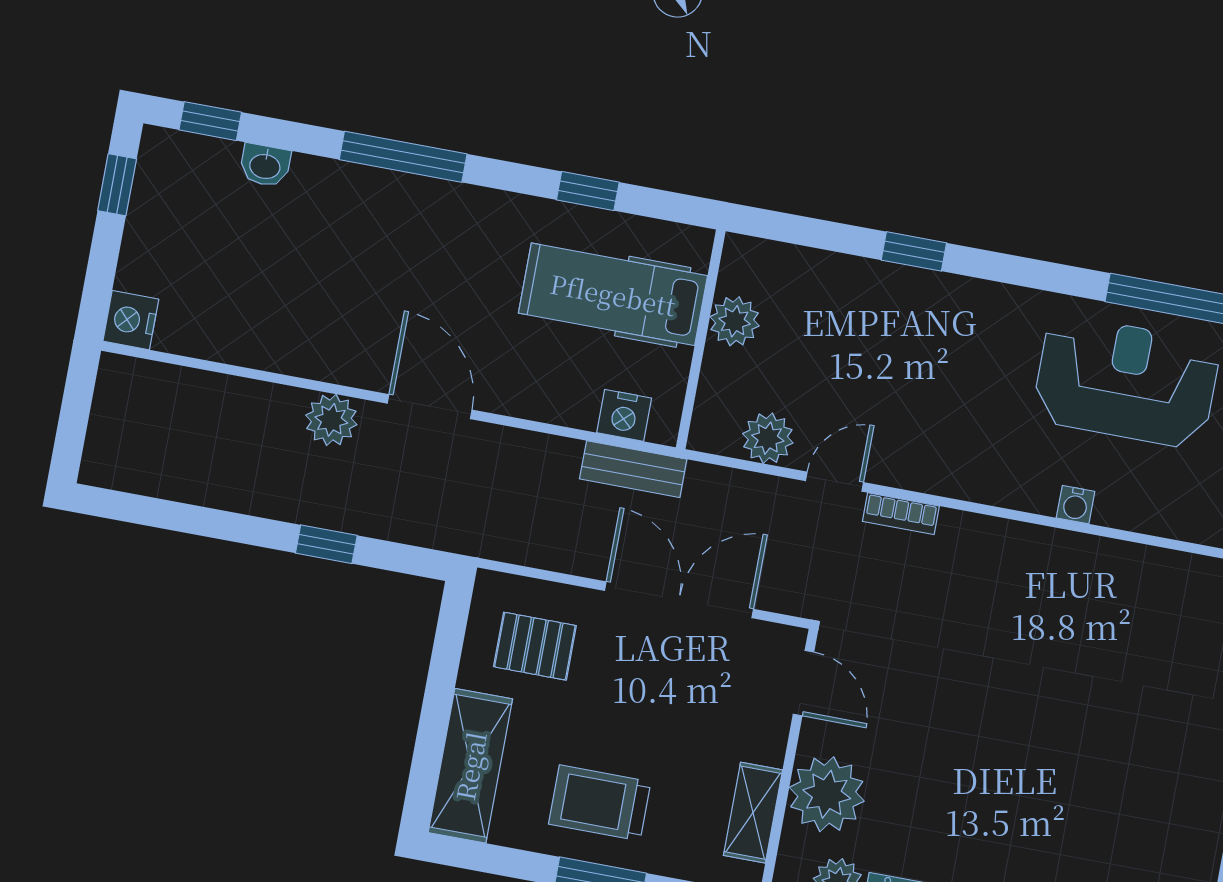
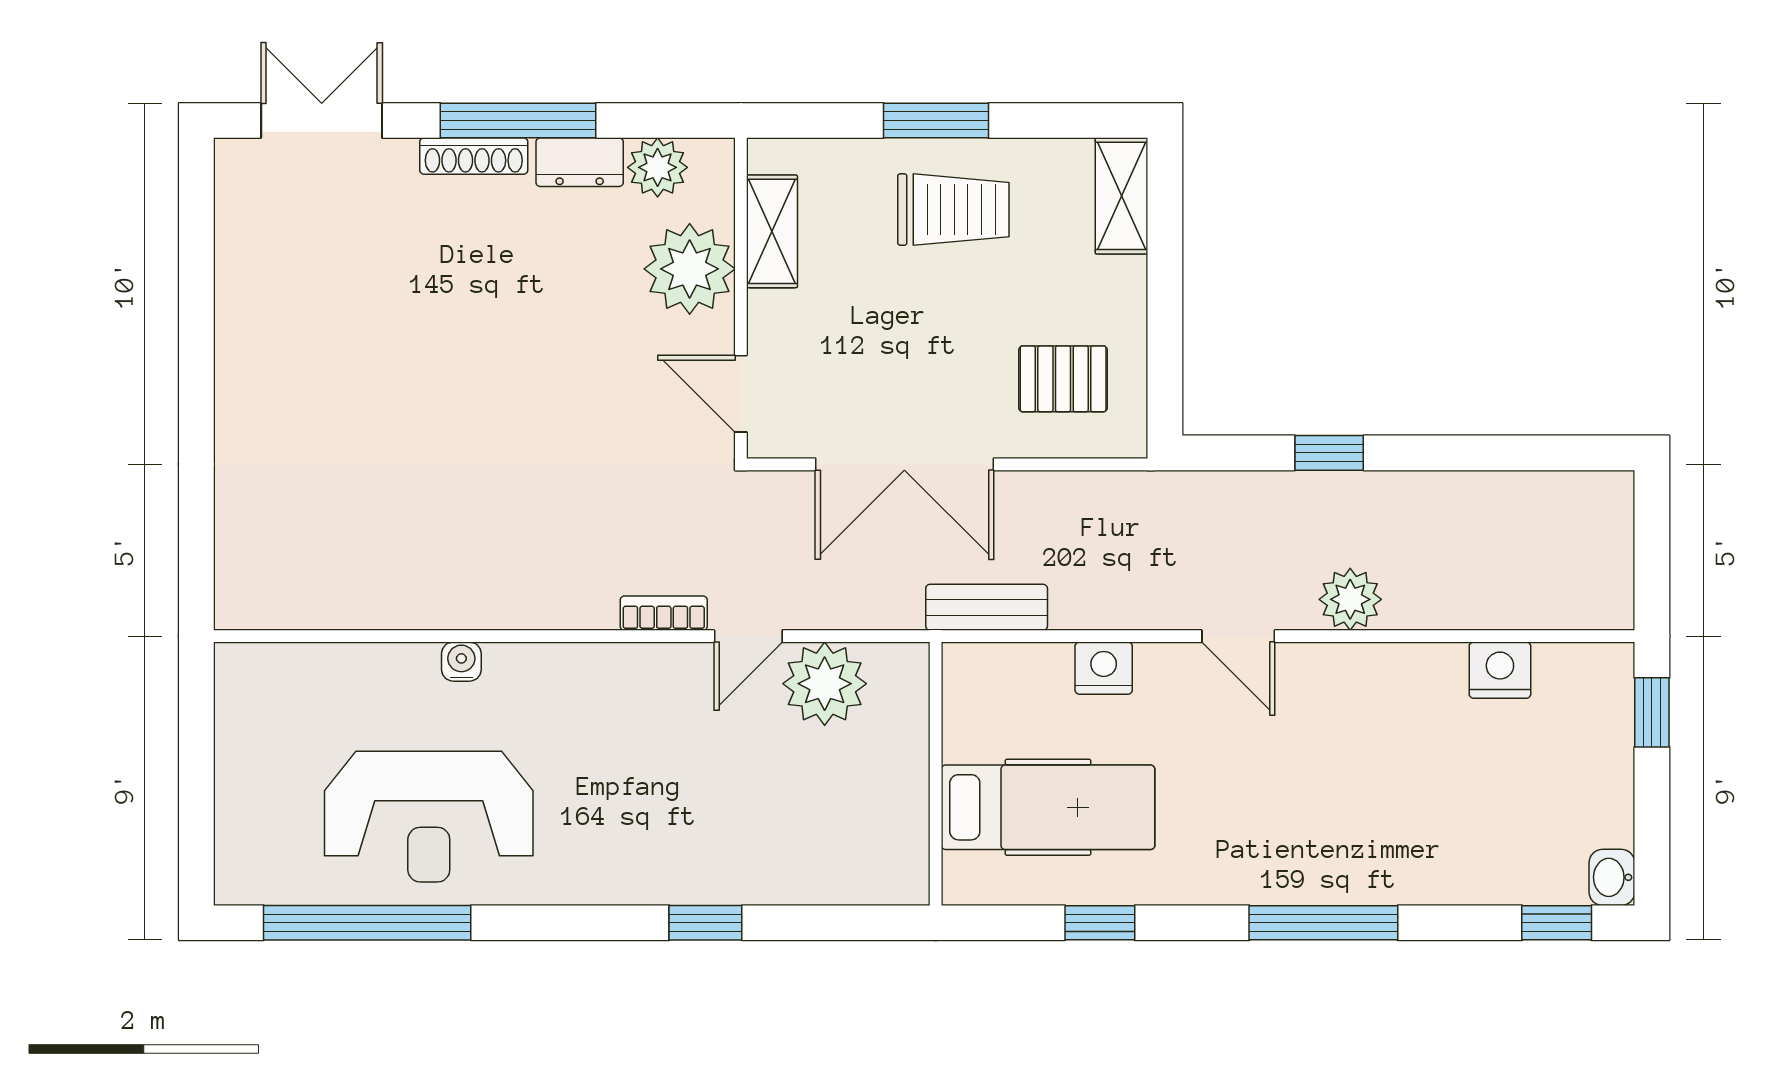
washbasin: (265, 165) -> (1612, 877), moved, turned -90
window: (117, 185) -> (1652, 712), moved
nightstand: (131, 320) -> (1500, 670), moved, turned -90
plant: (735, 321) -> (900, 802), removed
door: (430, 407) -> (1238, 636), width x0.73
nightstand: (624, 415) -> (1104, 668), moved
plant: (768, 438) -> (825, 684), width x1.36, depth x1.36
shelving: (470, 766) -> (1121, 196), width x0.67, depth x0.75

